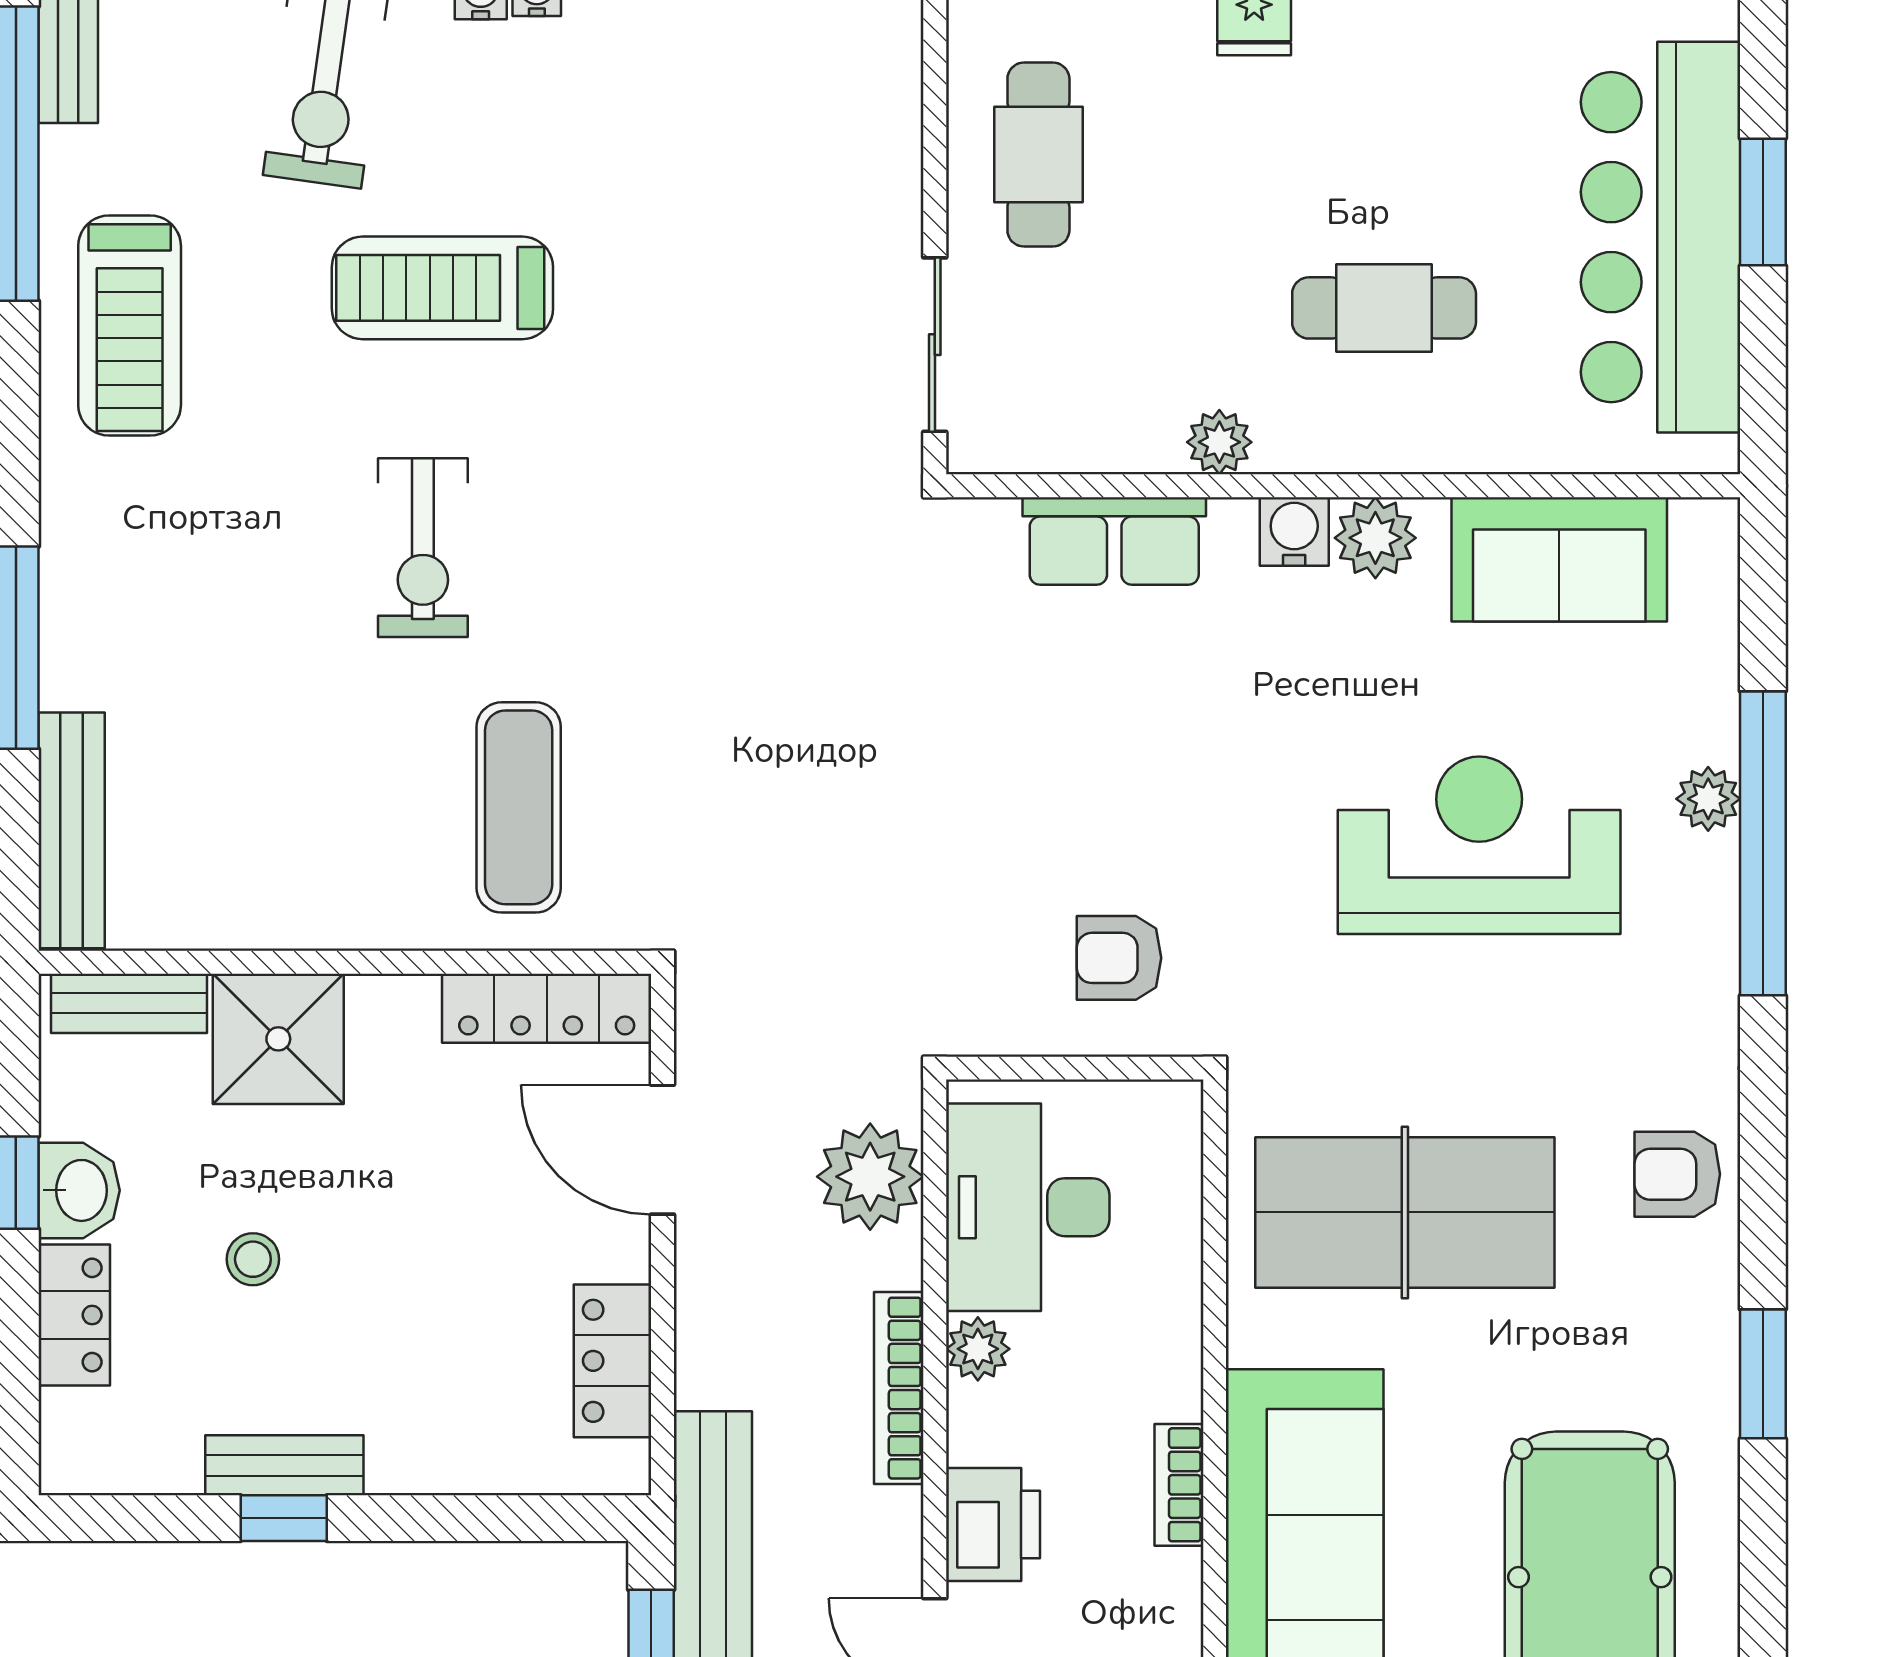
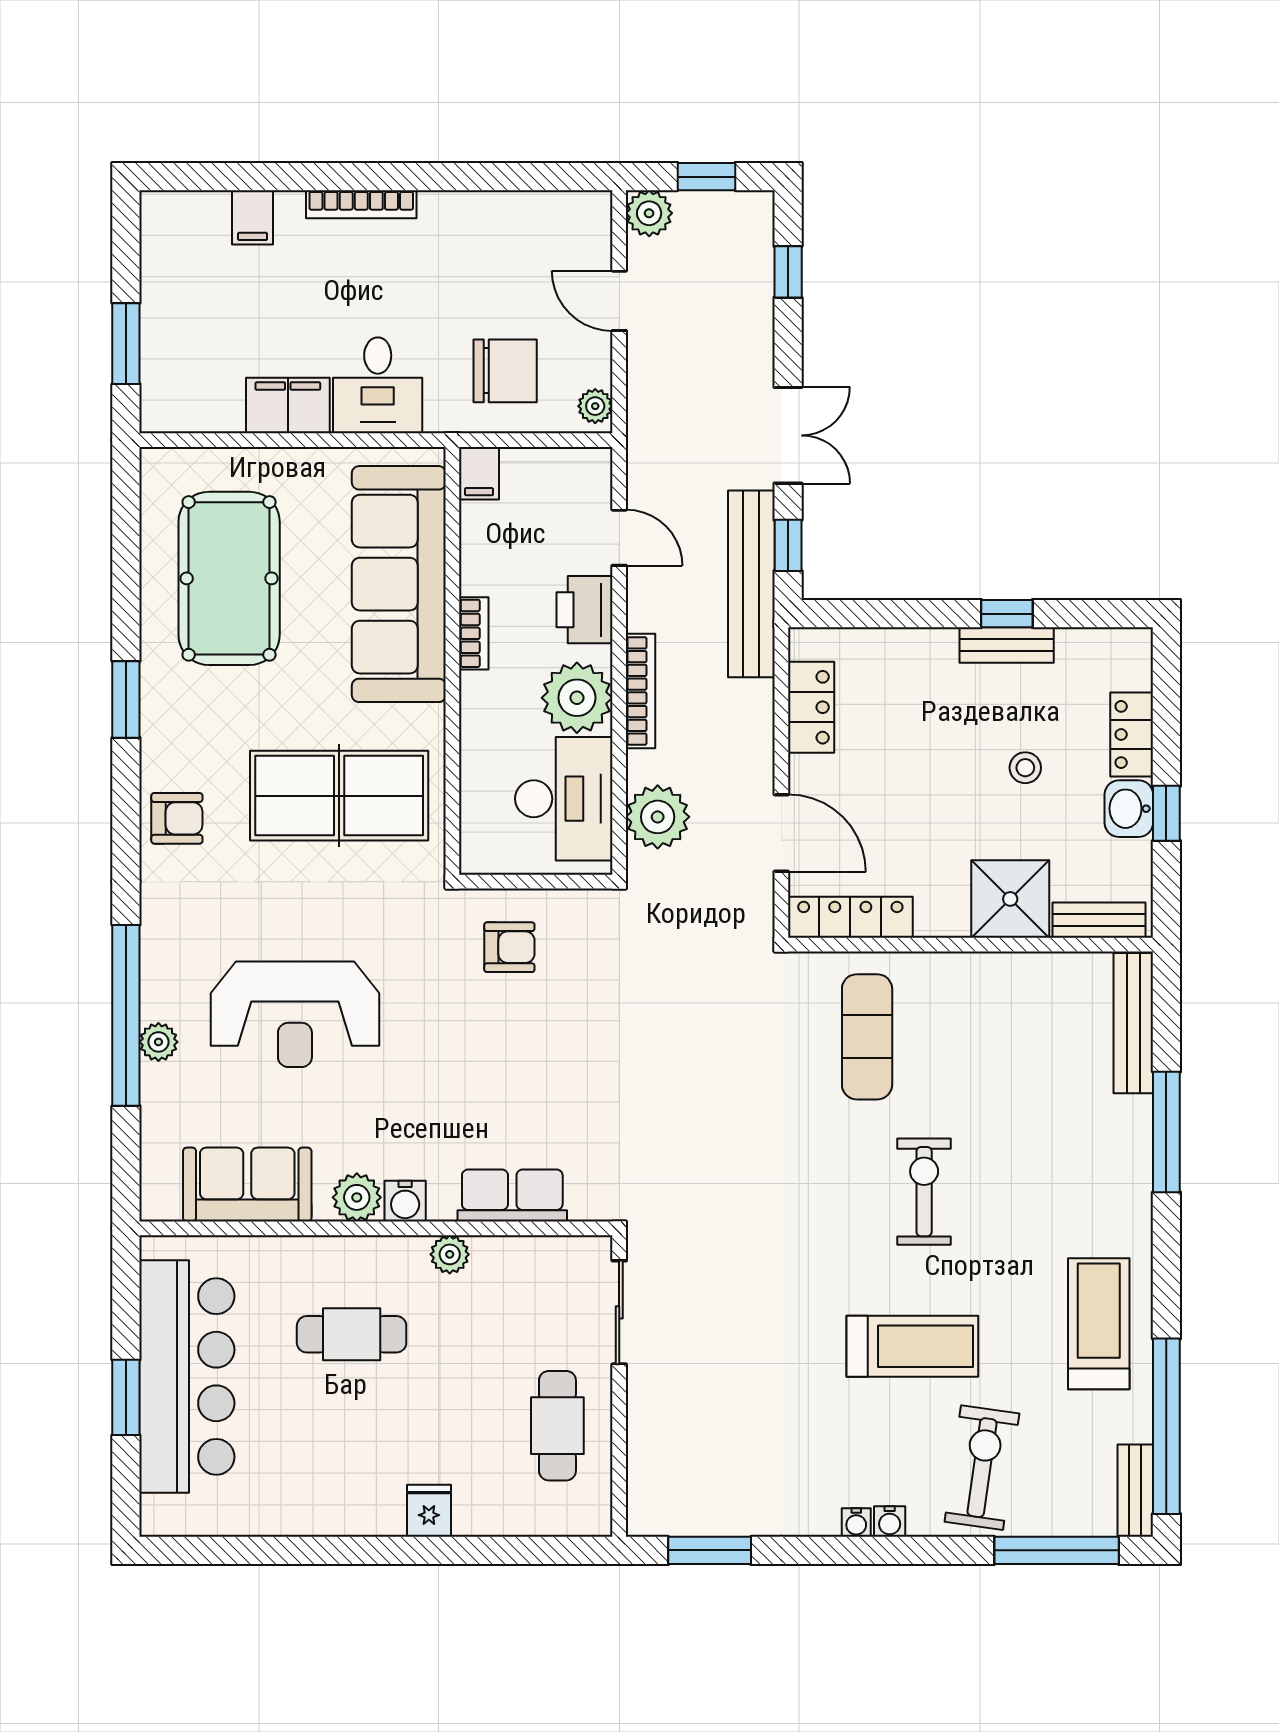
plant: (978, 1349) -> (577, 698), width x1.87, depth x1.87

